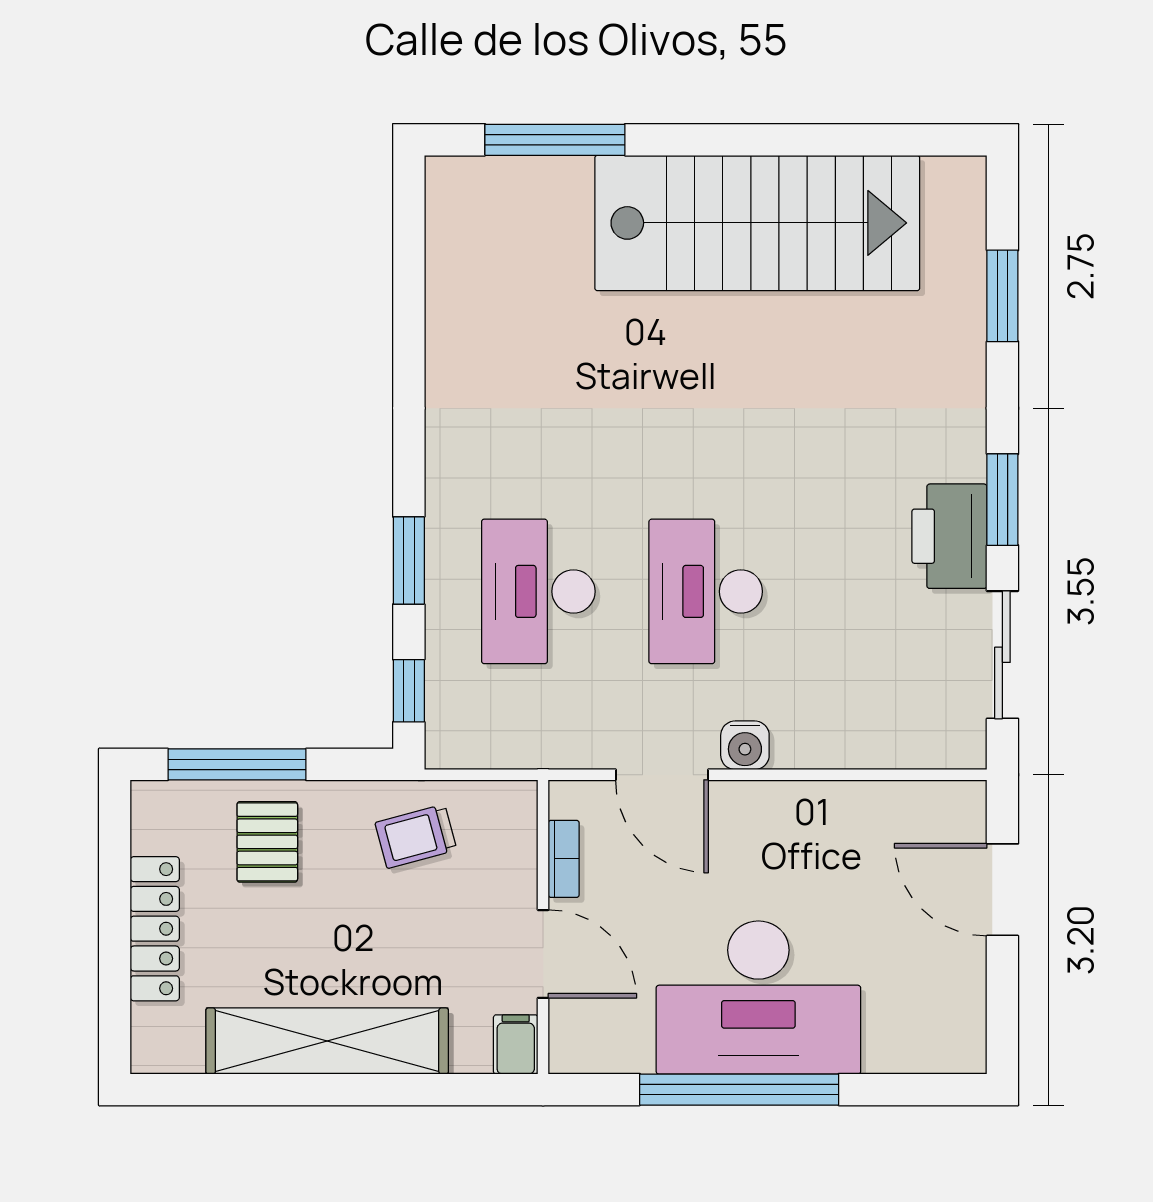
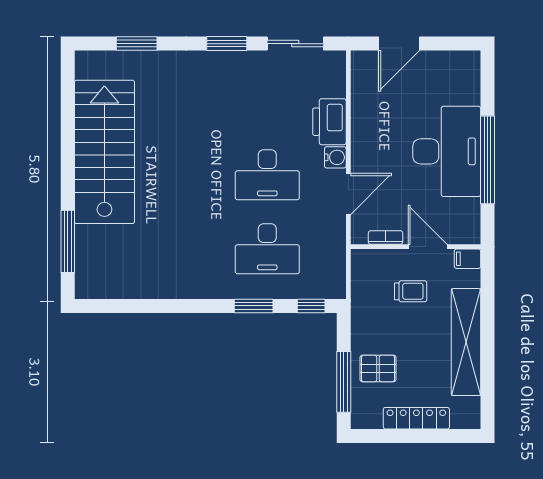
printer: (949, 536) -> (329, 122), moved, turned 90
trolley: (416, 836) -> (411, 291), moved, turned -75
door: (543, 954) -> (428, 247), hinge flipped

